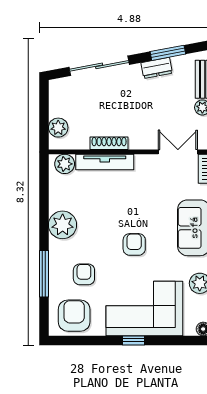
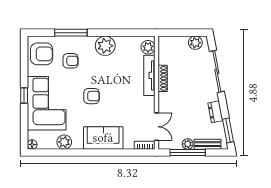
window: (168, 53) -> (228, 130), moved
plant: (58, 128) -> (195, 43), moved

